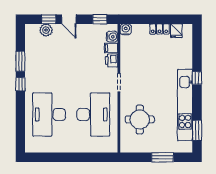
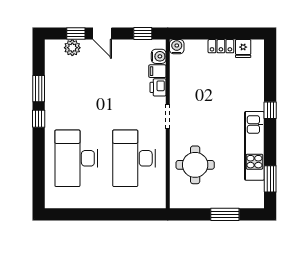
kitchen unit: (185, 105) -> (254, 146), width x0.73
desk: (93, 114) -> (134, 158), turned 180

